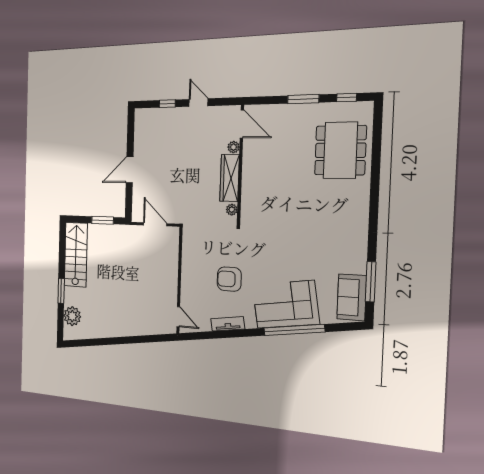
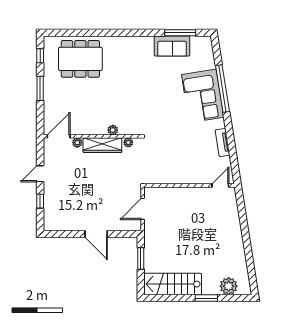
plant: (247, 191) -> (113, 130), added
armchair: (229, 279) -> (185, 143), removed
sofa: (352, 297) -> (172, 46), moved

